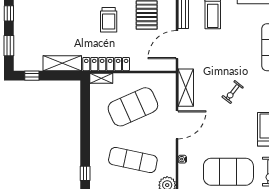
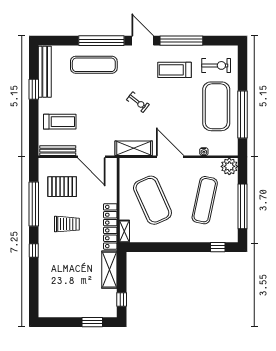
window: (9, 13) -> (60, 322), removed

